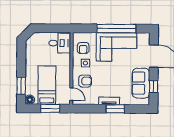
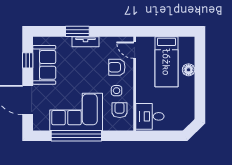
window: (21, 86) -> (200, 61), removed
floor lamp: (30, 100) -> (189, 70), moved
window: (50, 108) -> (162, 31), removed

